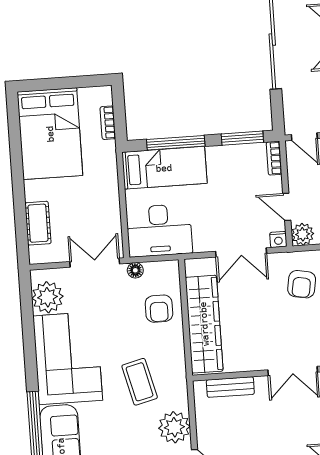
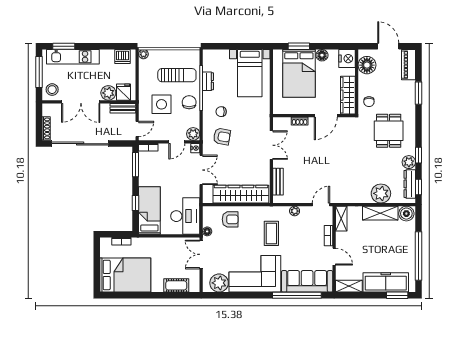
window: (176, 143) -> (136, 203), width x0.46
coffee table: (140, 382) -> (271, 233), turned -76
plant: (174, 427) -> (295, 211), width x0.53, depth x0.53

